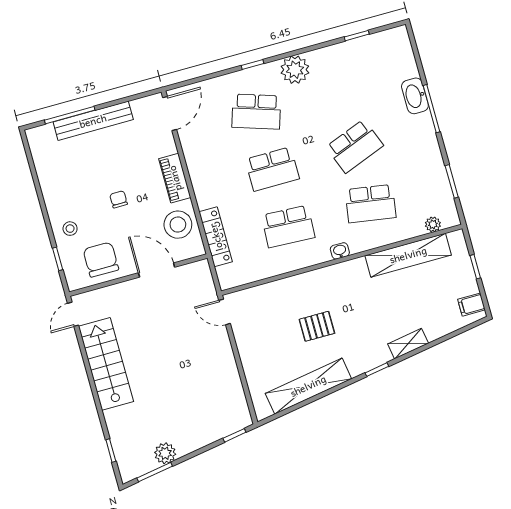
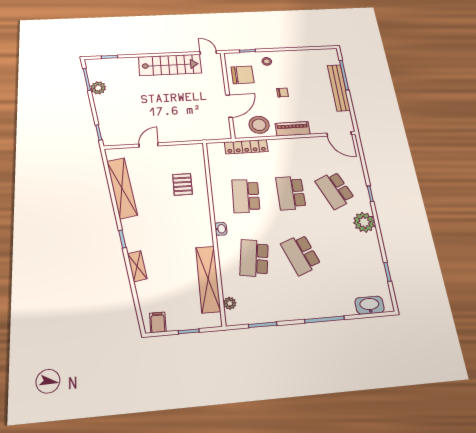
washbasin: (415, 96) -> (370, 305), moved
school desk: (256, 112) -> (335, 190), turned -42
door: (225, 312) -> (149, 145), moved
pallet: (317, 326) -> (182, 184), moved

